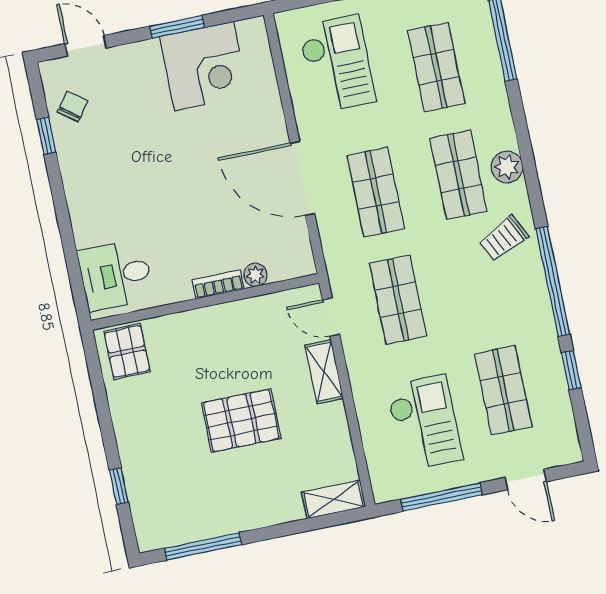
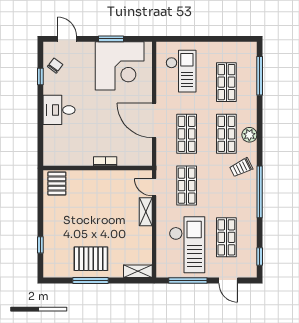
corner desk: (204, 66) -> (120, 66), width x1.36, depth x1.36
desk: (116, 275) -> (59, 110), moved
plant: (255, 275) -> (123, 161), removed
window: (571, 370) -> (260, 257), moved
pallet: (241, 421) -> (91, 259), moved
checkout: (424, 423) -> (187, 245), width x1.36, depth x1.21
window: (203, 546) -> (91, 281), moved

